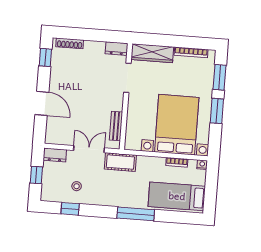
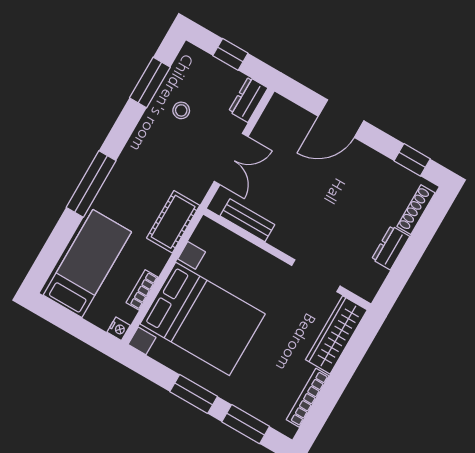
dresser: (117, 49) -> (391, 248), moved
cot: (120, 162) -> (173, 222), moved
window: (70, 209) -> (150, 82), width x1.50

